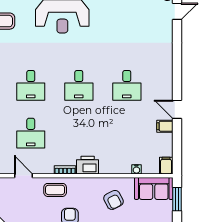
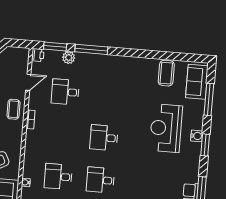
desk: (31, 85) -> (58, 177), moved
printer: (88, 165) -> (33, 140), removed

